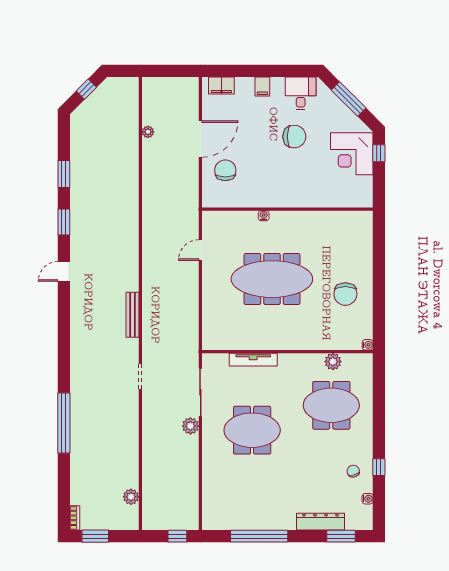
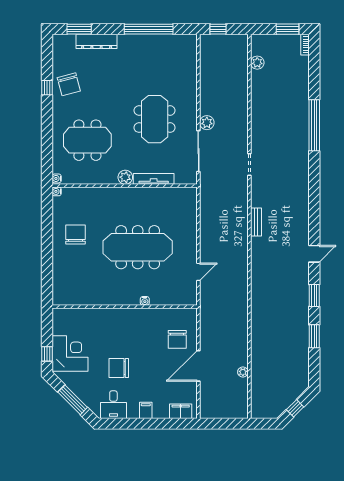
bench: (133, 315) -> (256, 222), width x0.73
plant: (333, 362) -> (125, 177), moved
meeting table: (252, 430) -> (155, 119), turned 90
chair: (353, 471) -> (69, 84), width x1.87, depth x1.87
water cooler: (368, 499) -> (57, 178), moved

